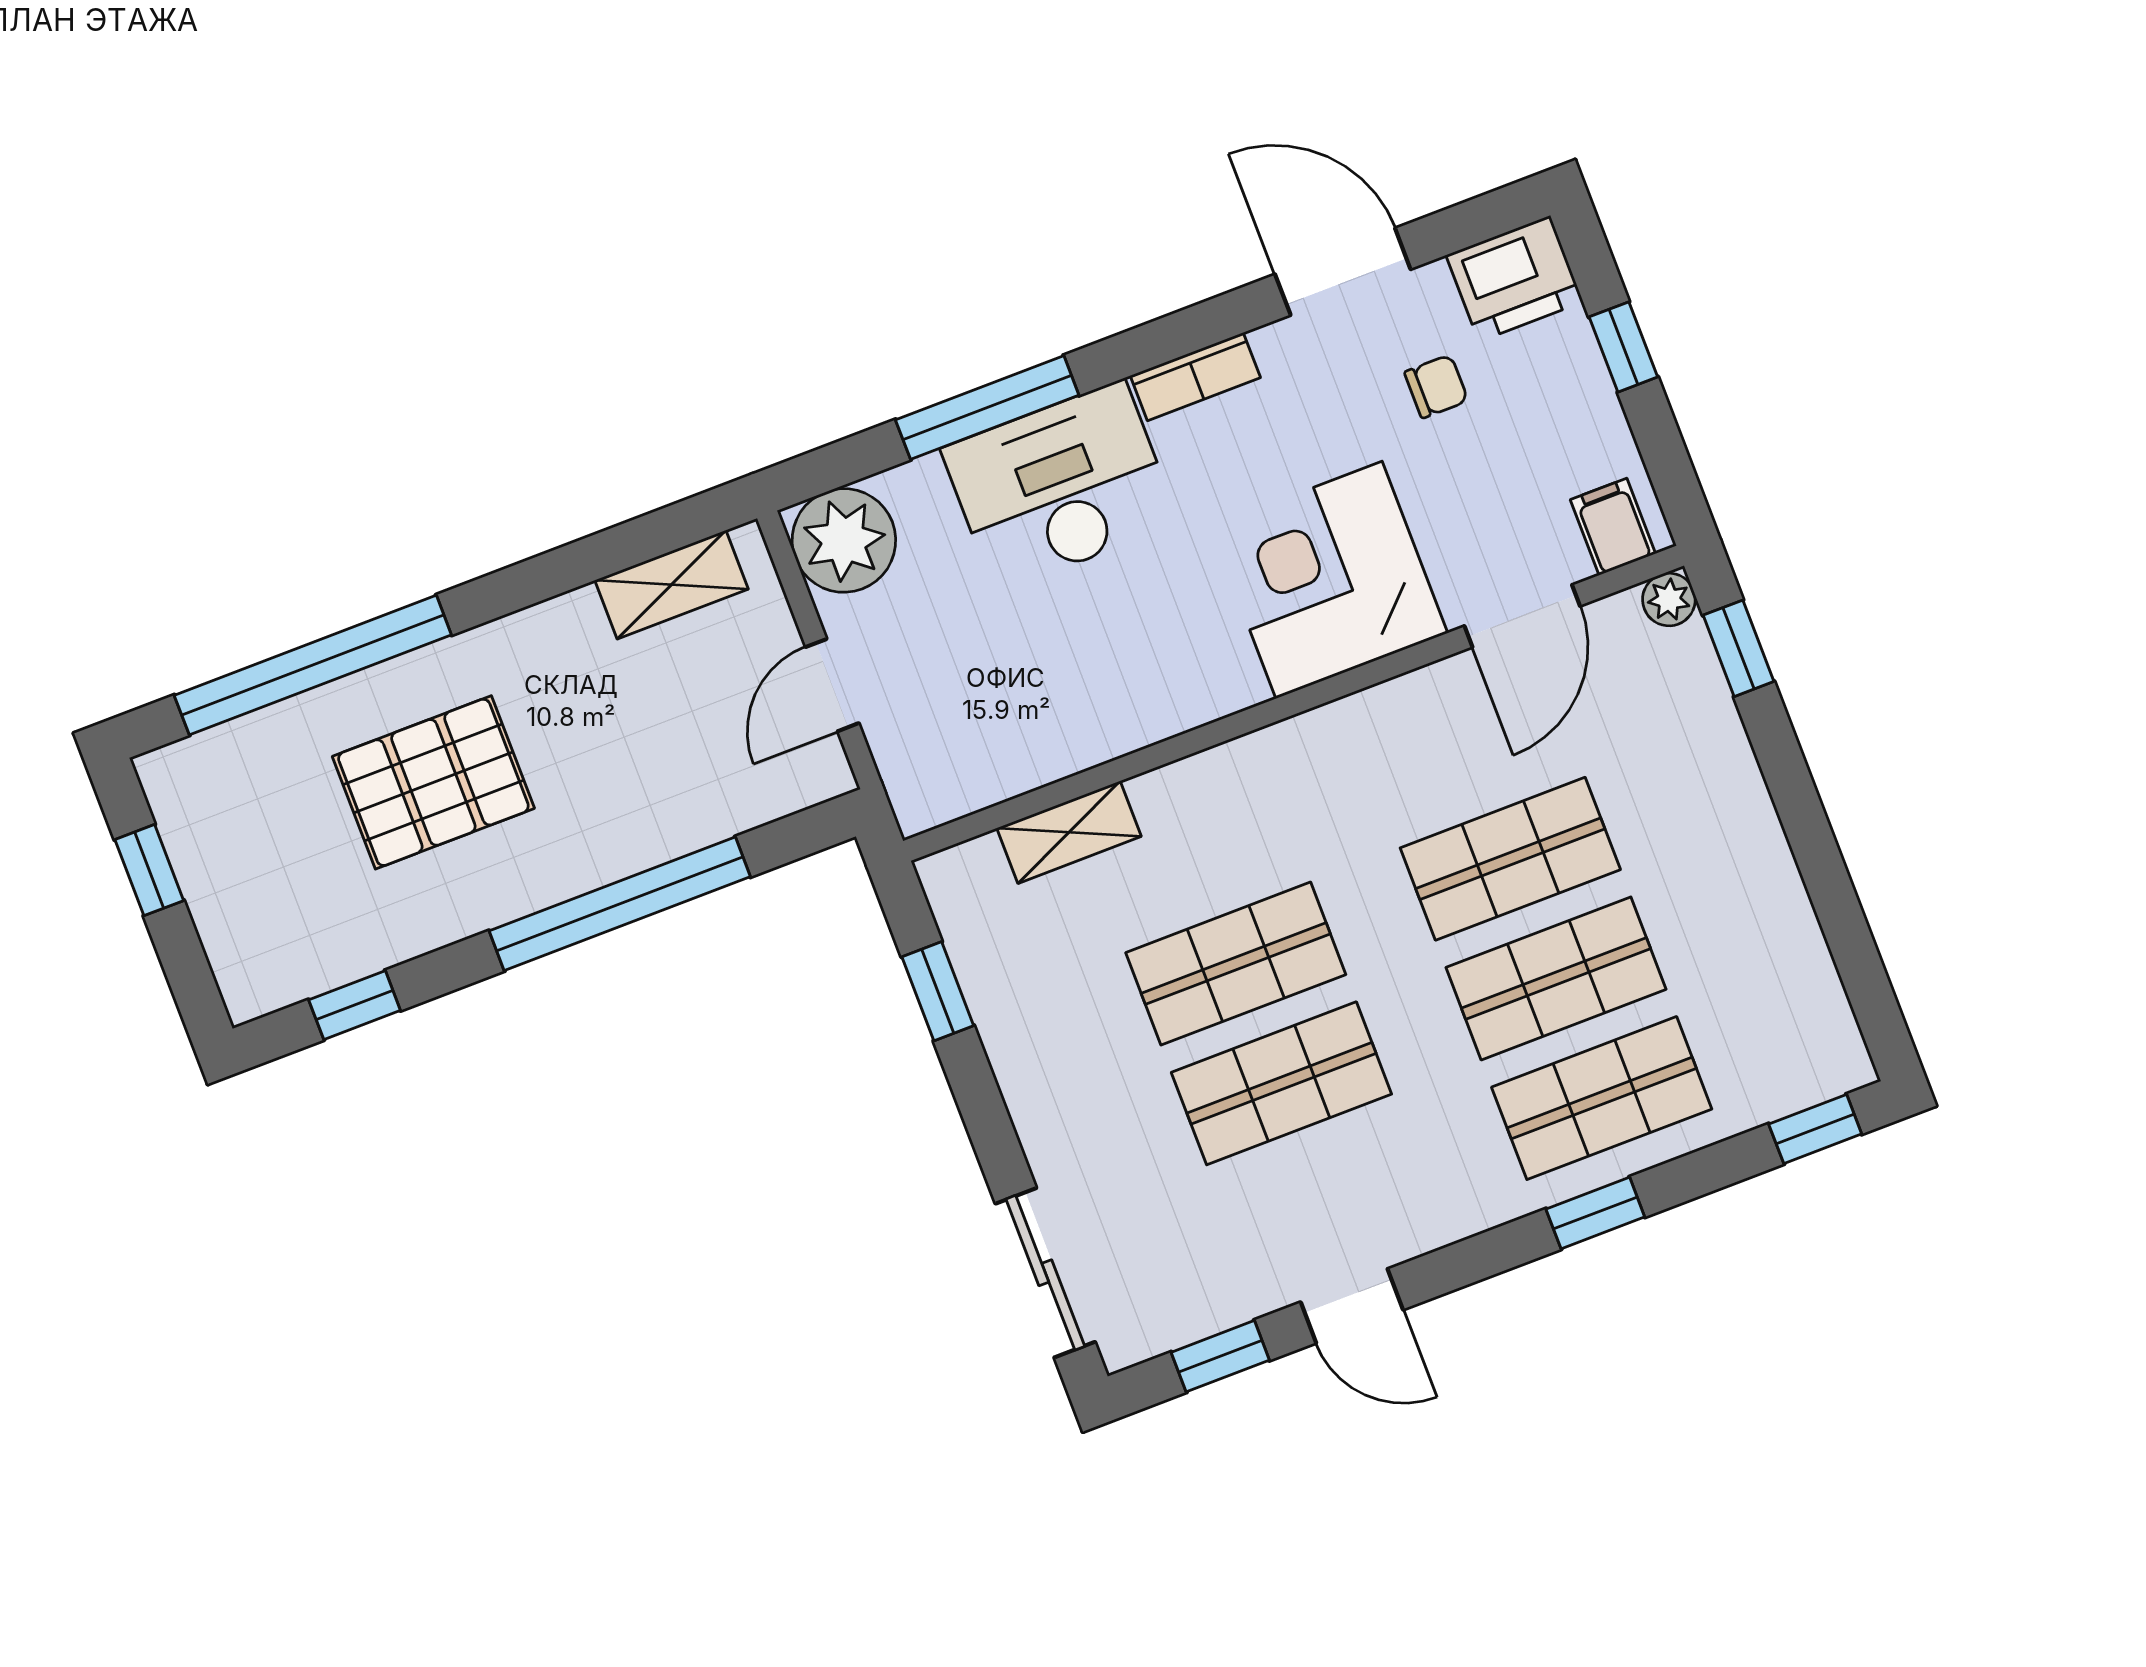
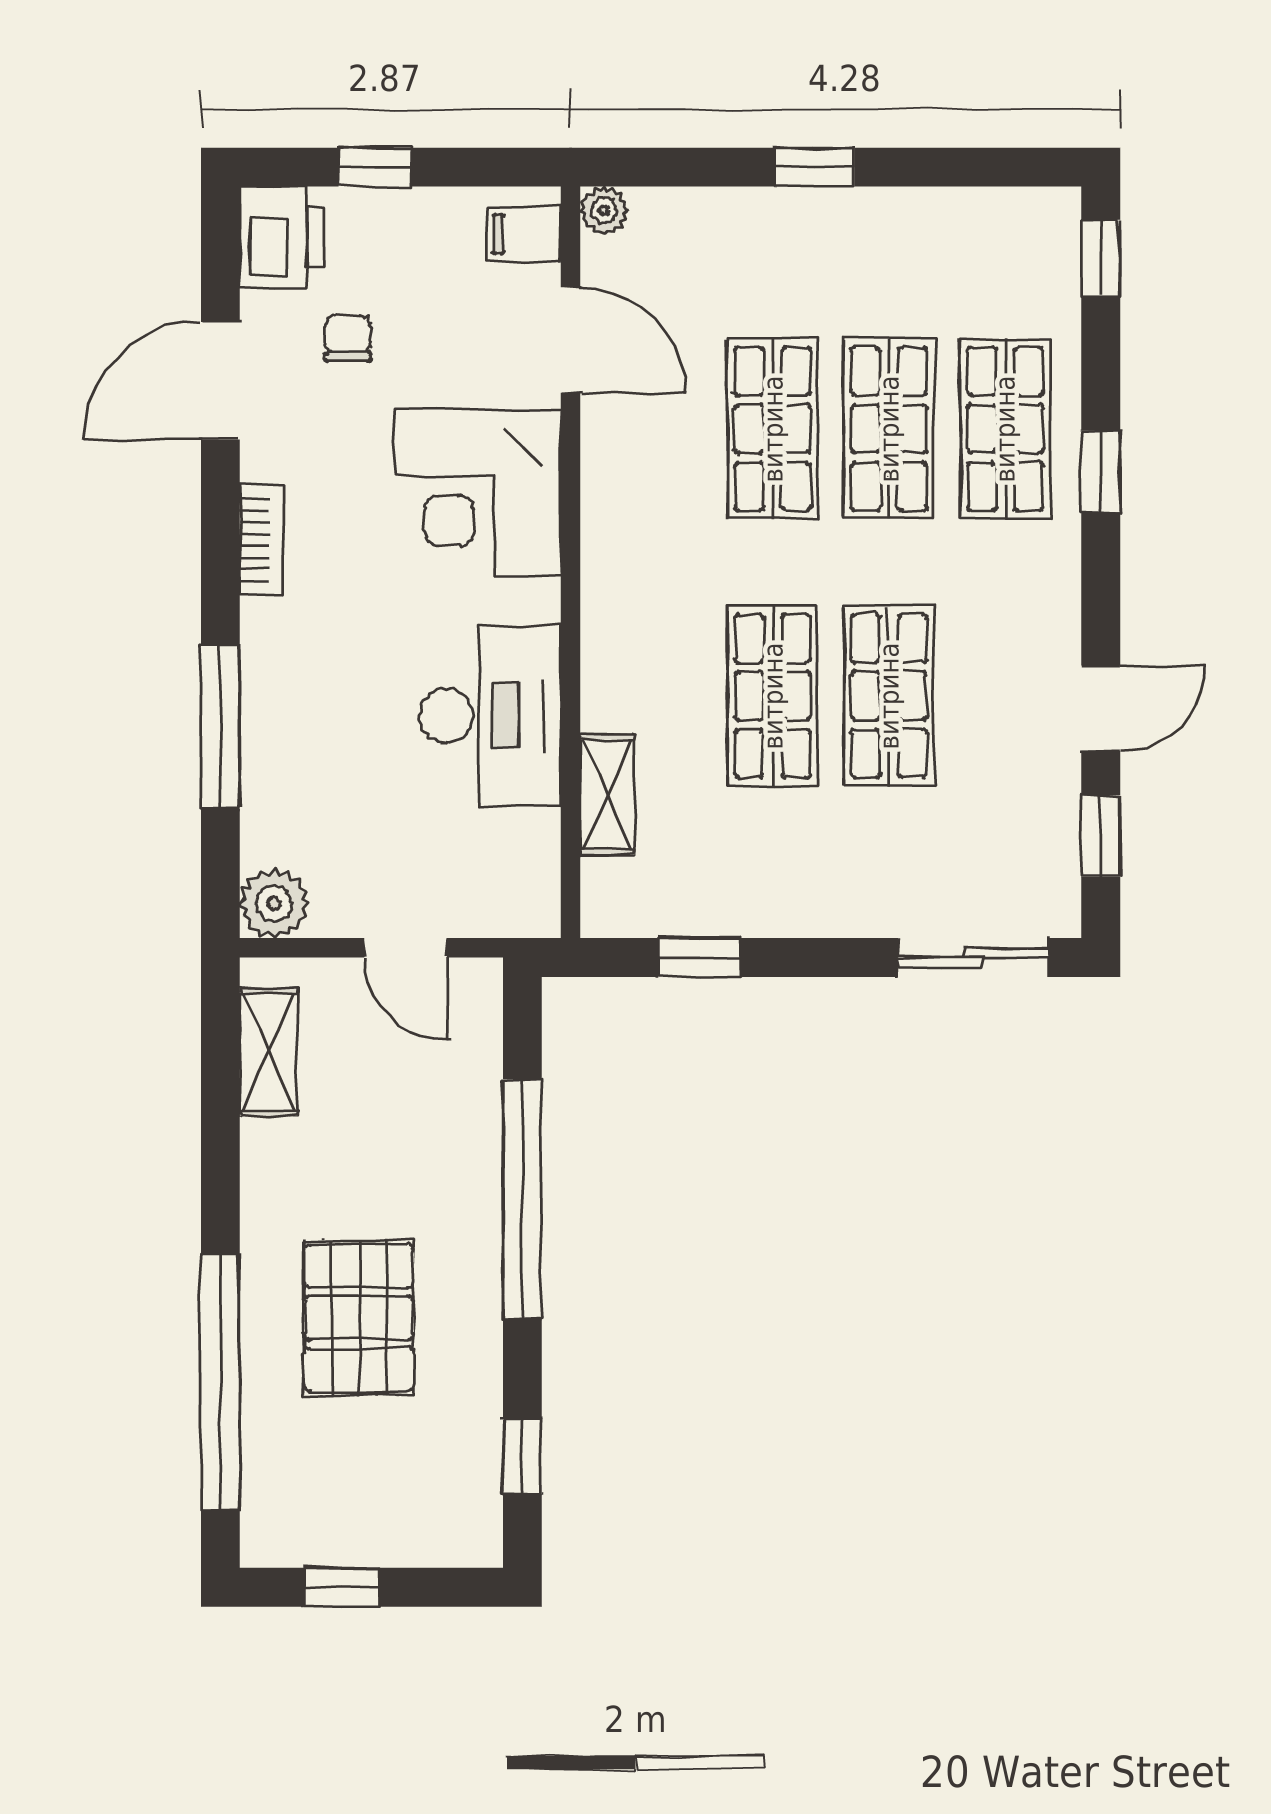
desk: (1060, 486) -> (490, 716), moved, turned 180
plant: (844, 540) -> (274, 904), width x0.73, depth x0.73
window: (1738, 648) -> (815, 167), moved

